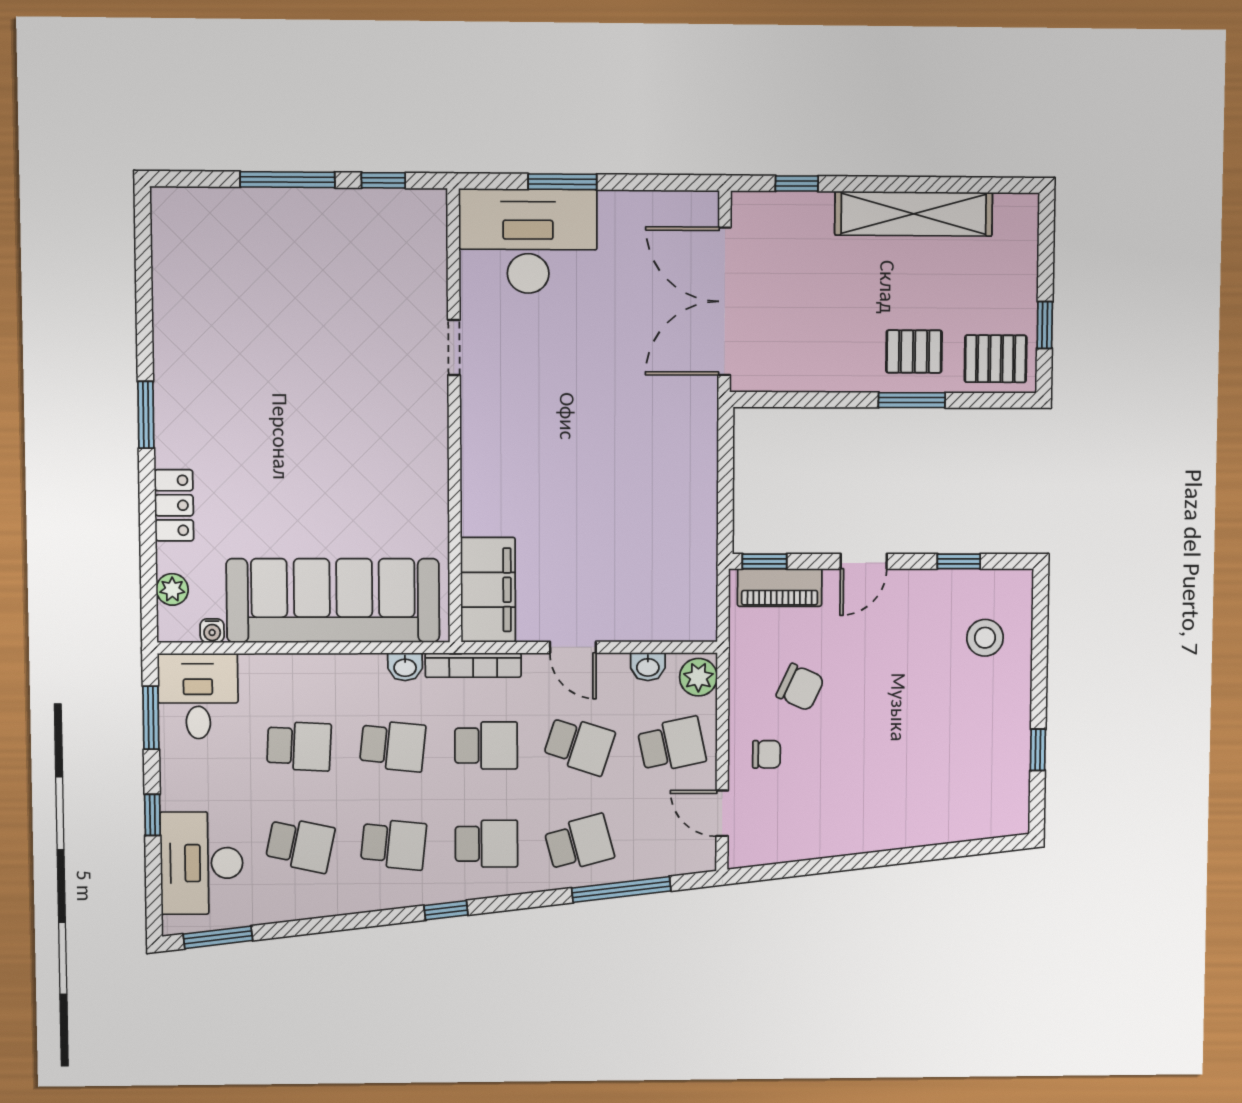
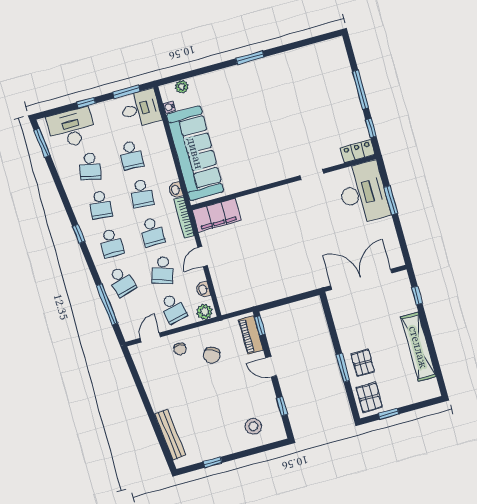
locker: (174, 505) -> (358, 151), moved, turned 180
bench: (950, 827) -> (170, 435), added

